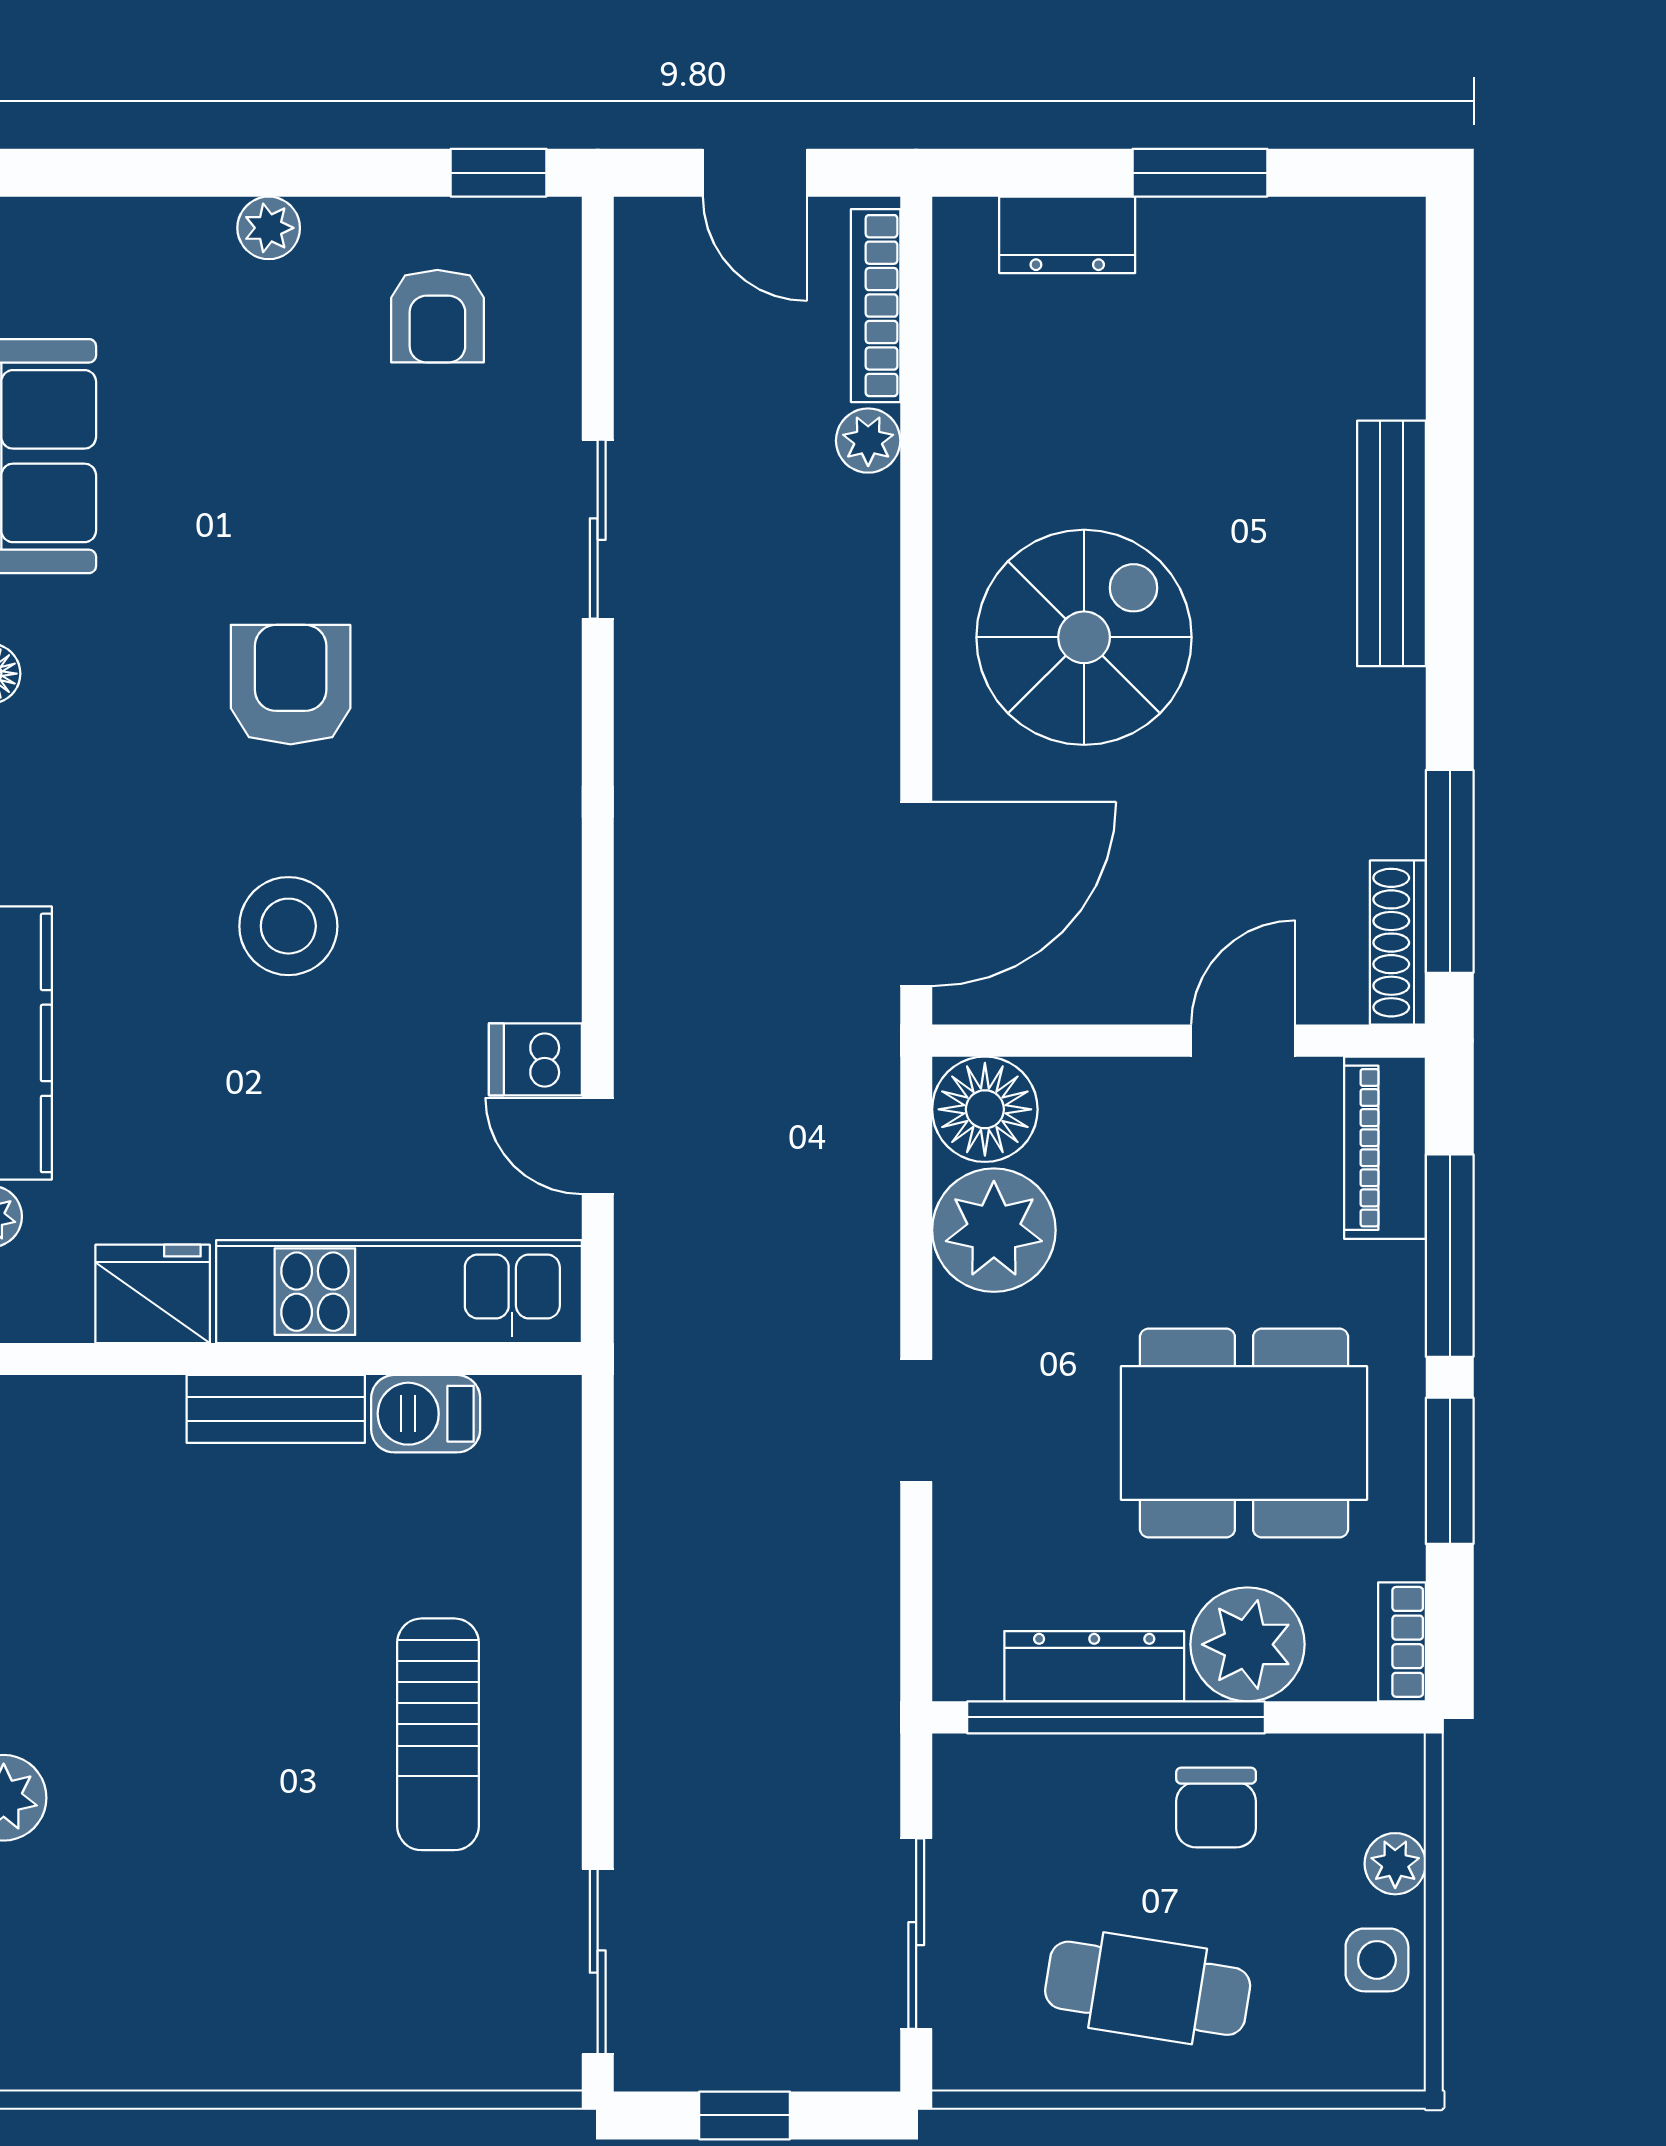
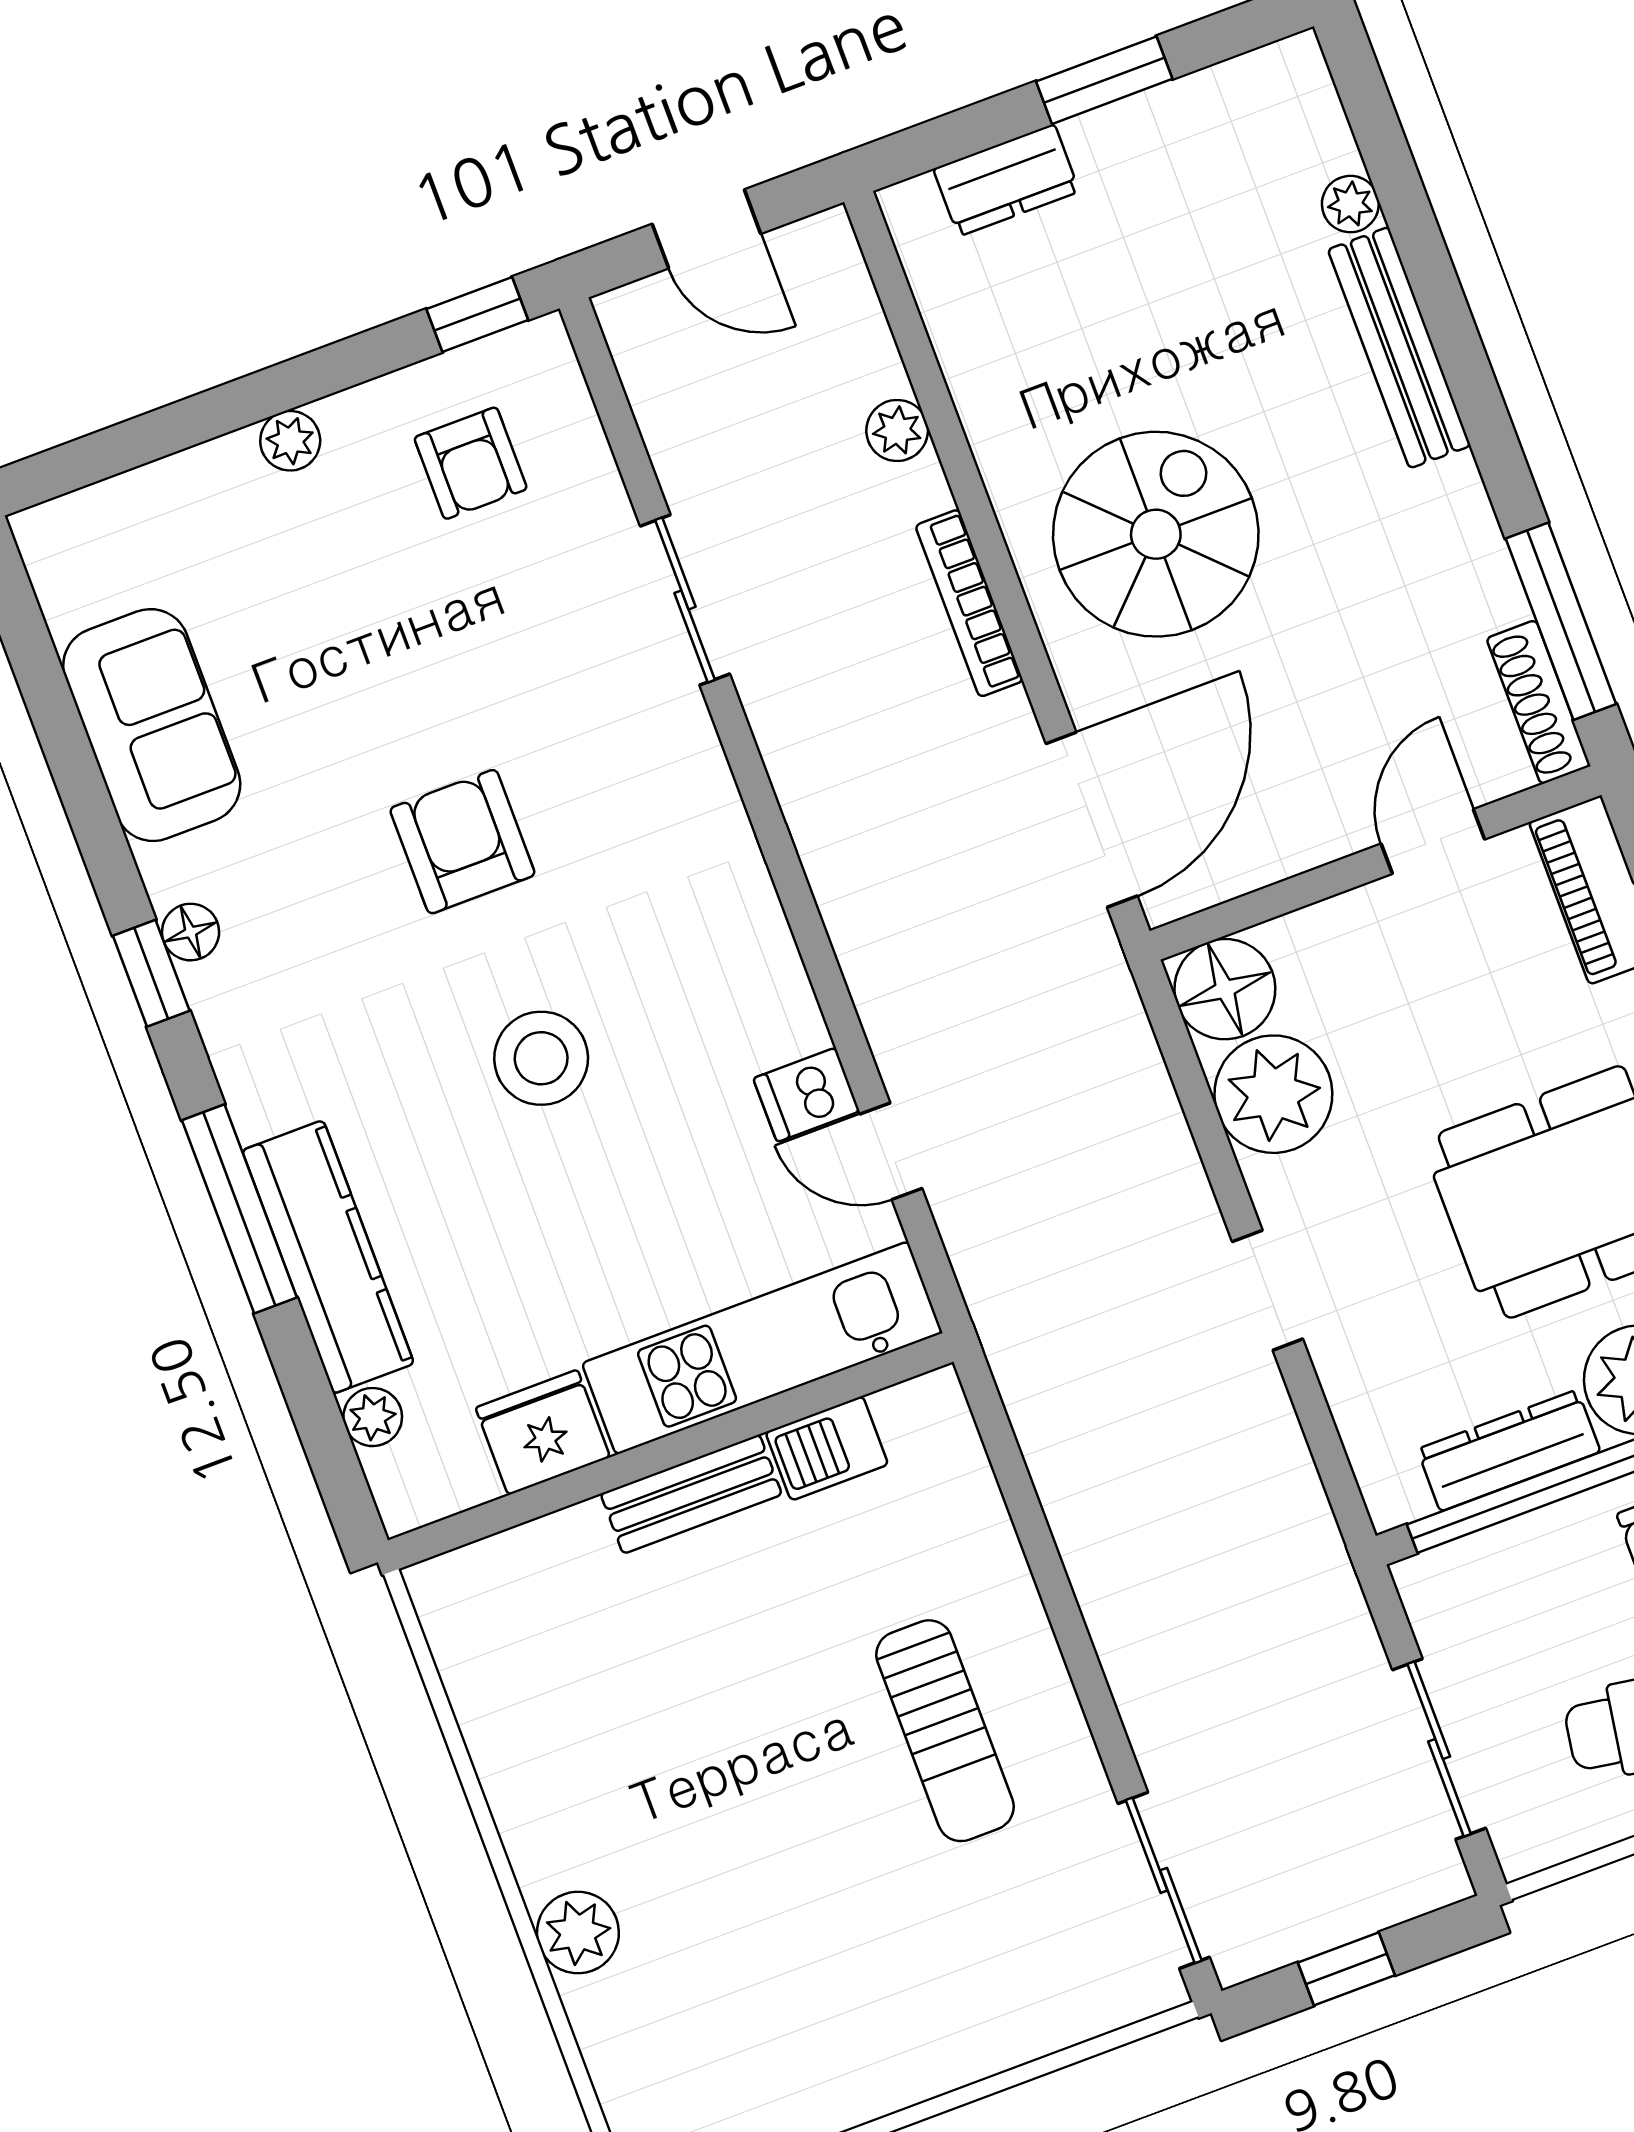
bookcase: (876, 306) -> (969, 603), moved
plant: (1396, 385) -> (1350, 204), added

